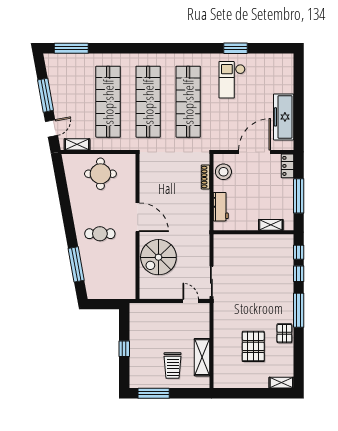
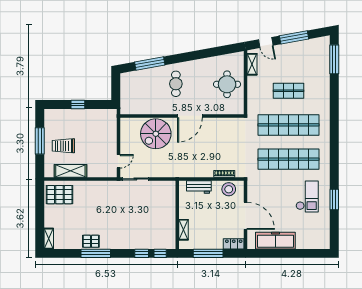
checkout: (232, 80) -> (307, 197), turned 90
shop shelf: (108, 102) -> (289, 91), width x0.50, depth x0.74
spiral stairs: (158, 257) -> (156, 134), turned -90
window: (299, 310) -> (96, 253), moved
pallet: (253, 346) -> (59, 195), moved
window: (154, 393) -> (40, 141), moved

